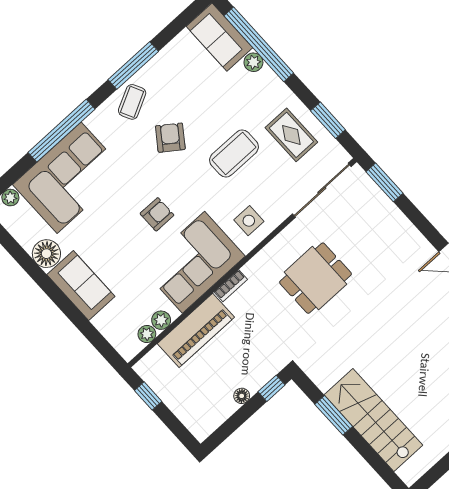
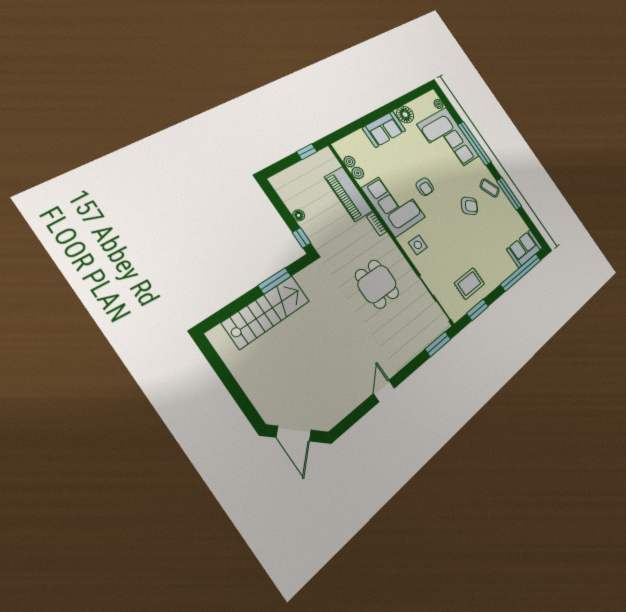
plant: (253, 62) -> (511, 267), removed
coffee table: (234, 153) -> (459, 244), removed

